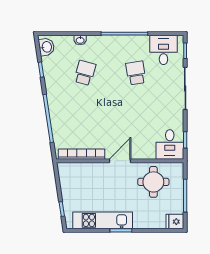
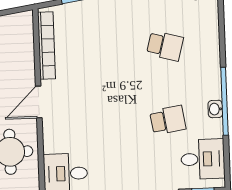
washbasin: (80, 40) -> (215, 109), moved
door: (120, 161) -> (39, 102), swing flipped

